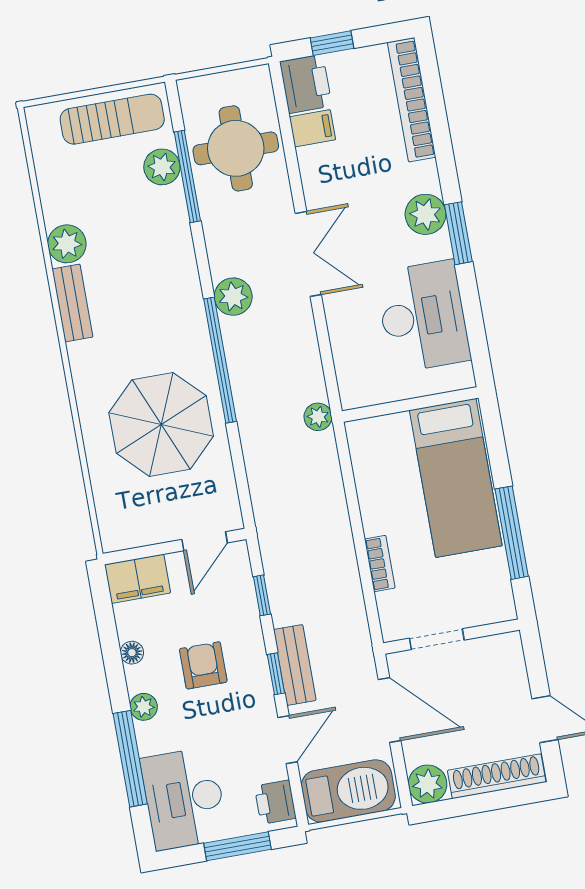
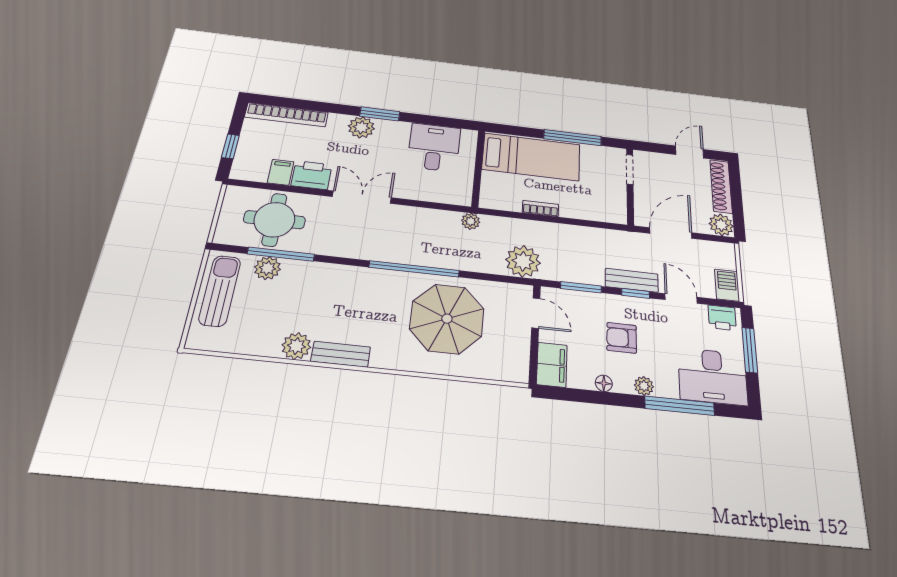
printer: (306, 84) -> (312, 175), moved
plant: (233, 297) -> (523, 261), moved, width x1.36, depth x1.36
desk: (423, 316) -> (434, 147), width x0.73
bookcase: (380, 563) -> (540, 209), moved
window: (262, 595) -> (581, 287), width x1.50
doorway: (437, 639) -> (630, 169), moved
barbecue: (348, 791) -> (727, 285), width x0.53, depth x0.65

